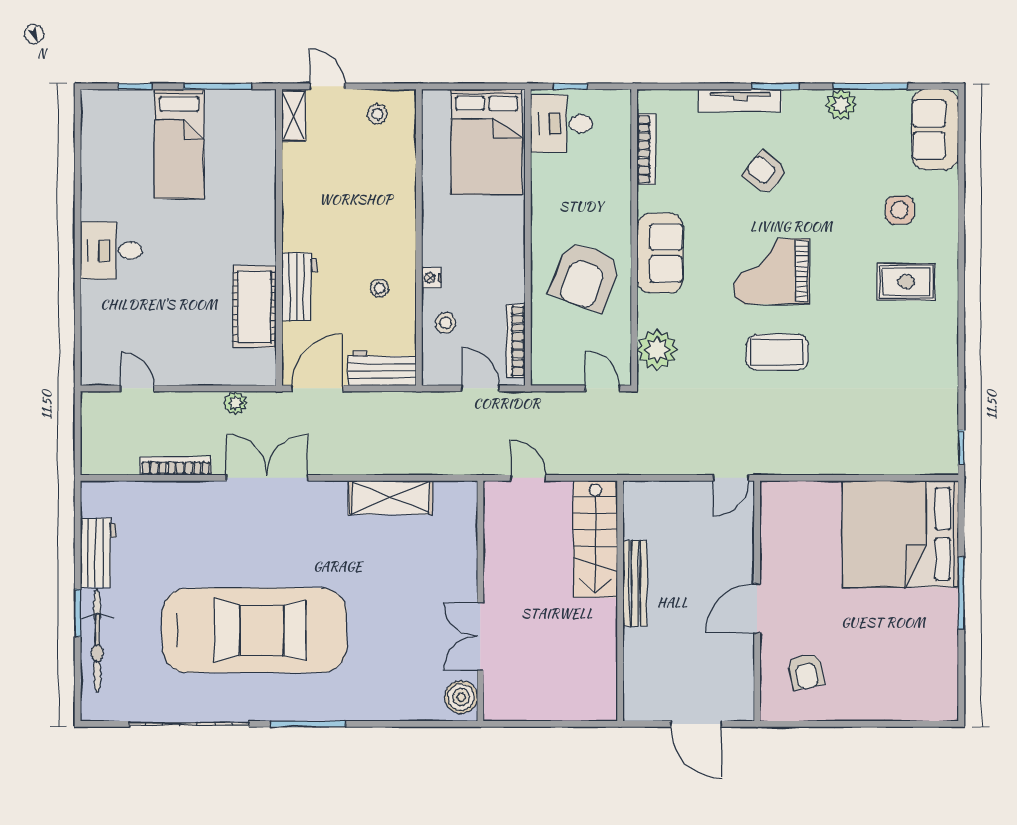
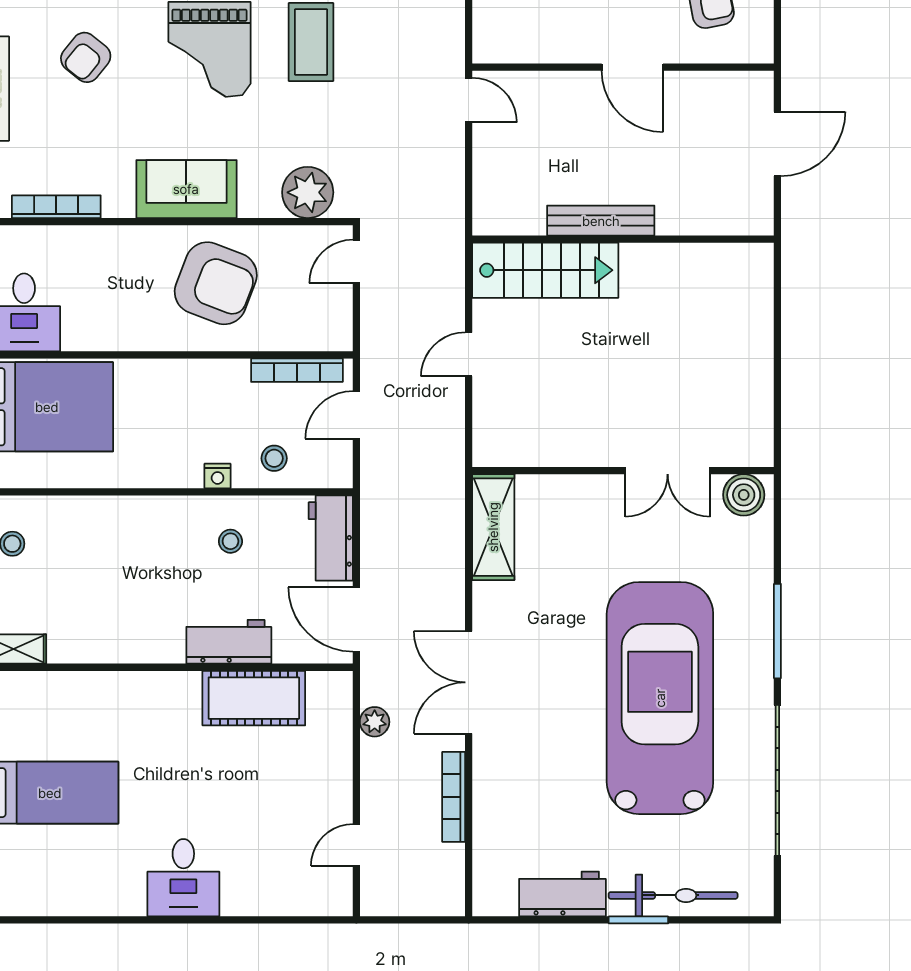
wall: (480, 601) -> (623, 471), moved
double door: (480, 636) -> (668, 471), moved
boiler: (461, 697) -> (744, 495), moved

